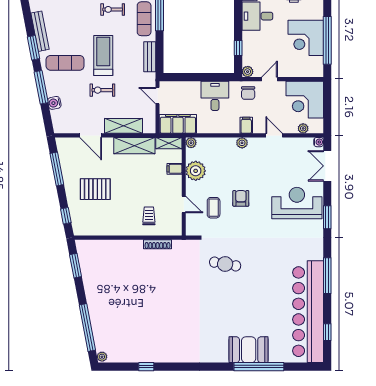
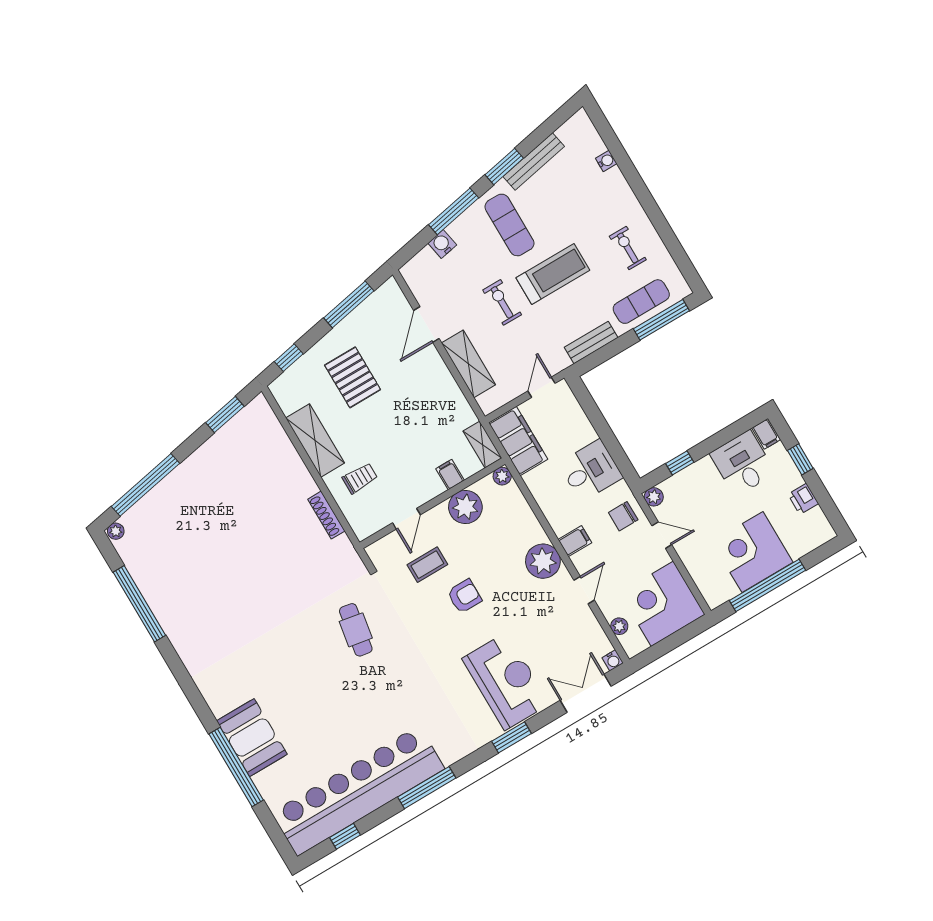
plant: (242, 143) -> (543, 561), width x1.87, depth x1.87
shelving: (134, 146) -> (315, 440), moved
window: (146, 367) -> (139, 604), width x3.17

